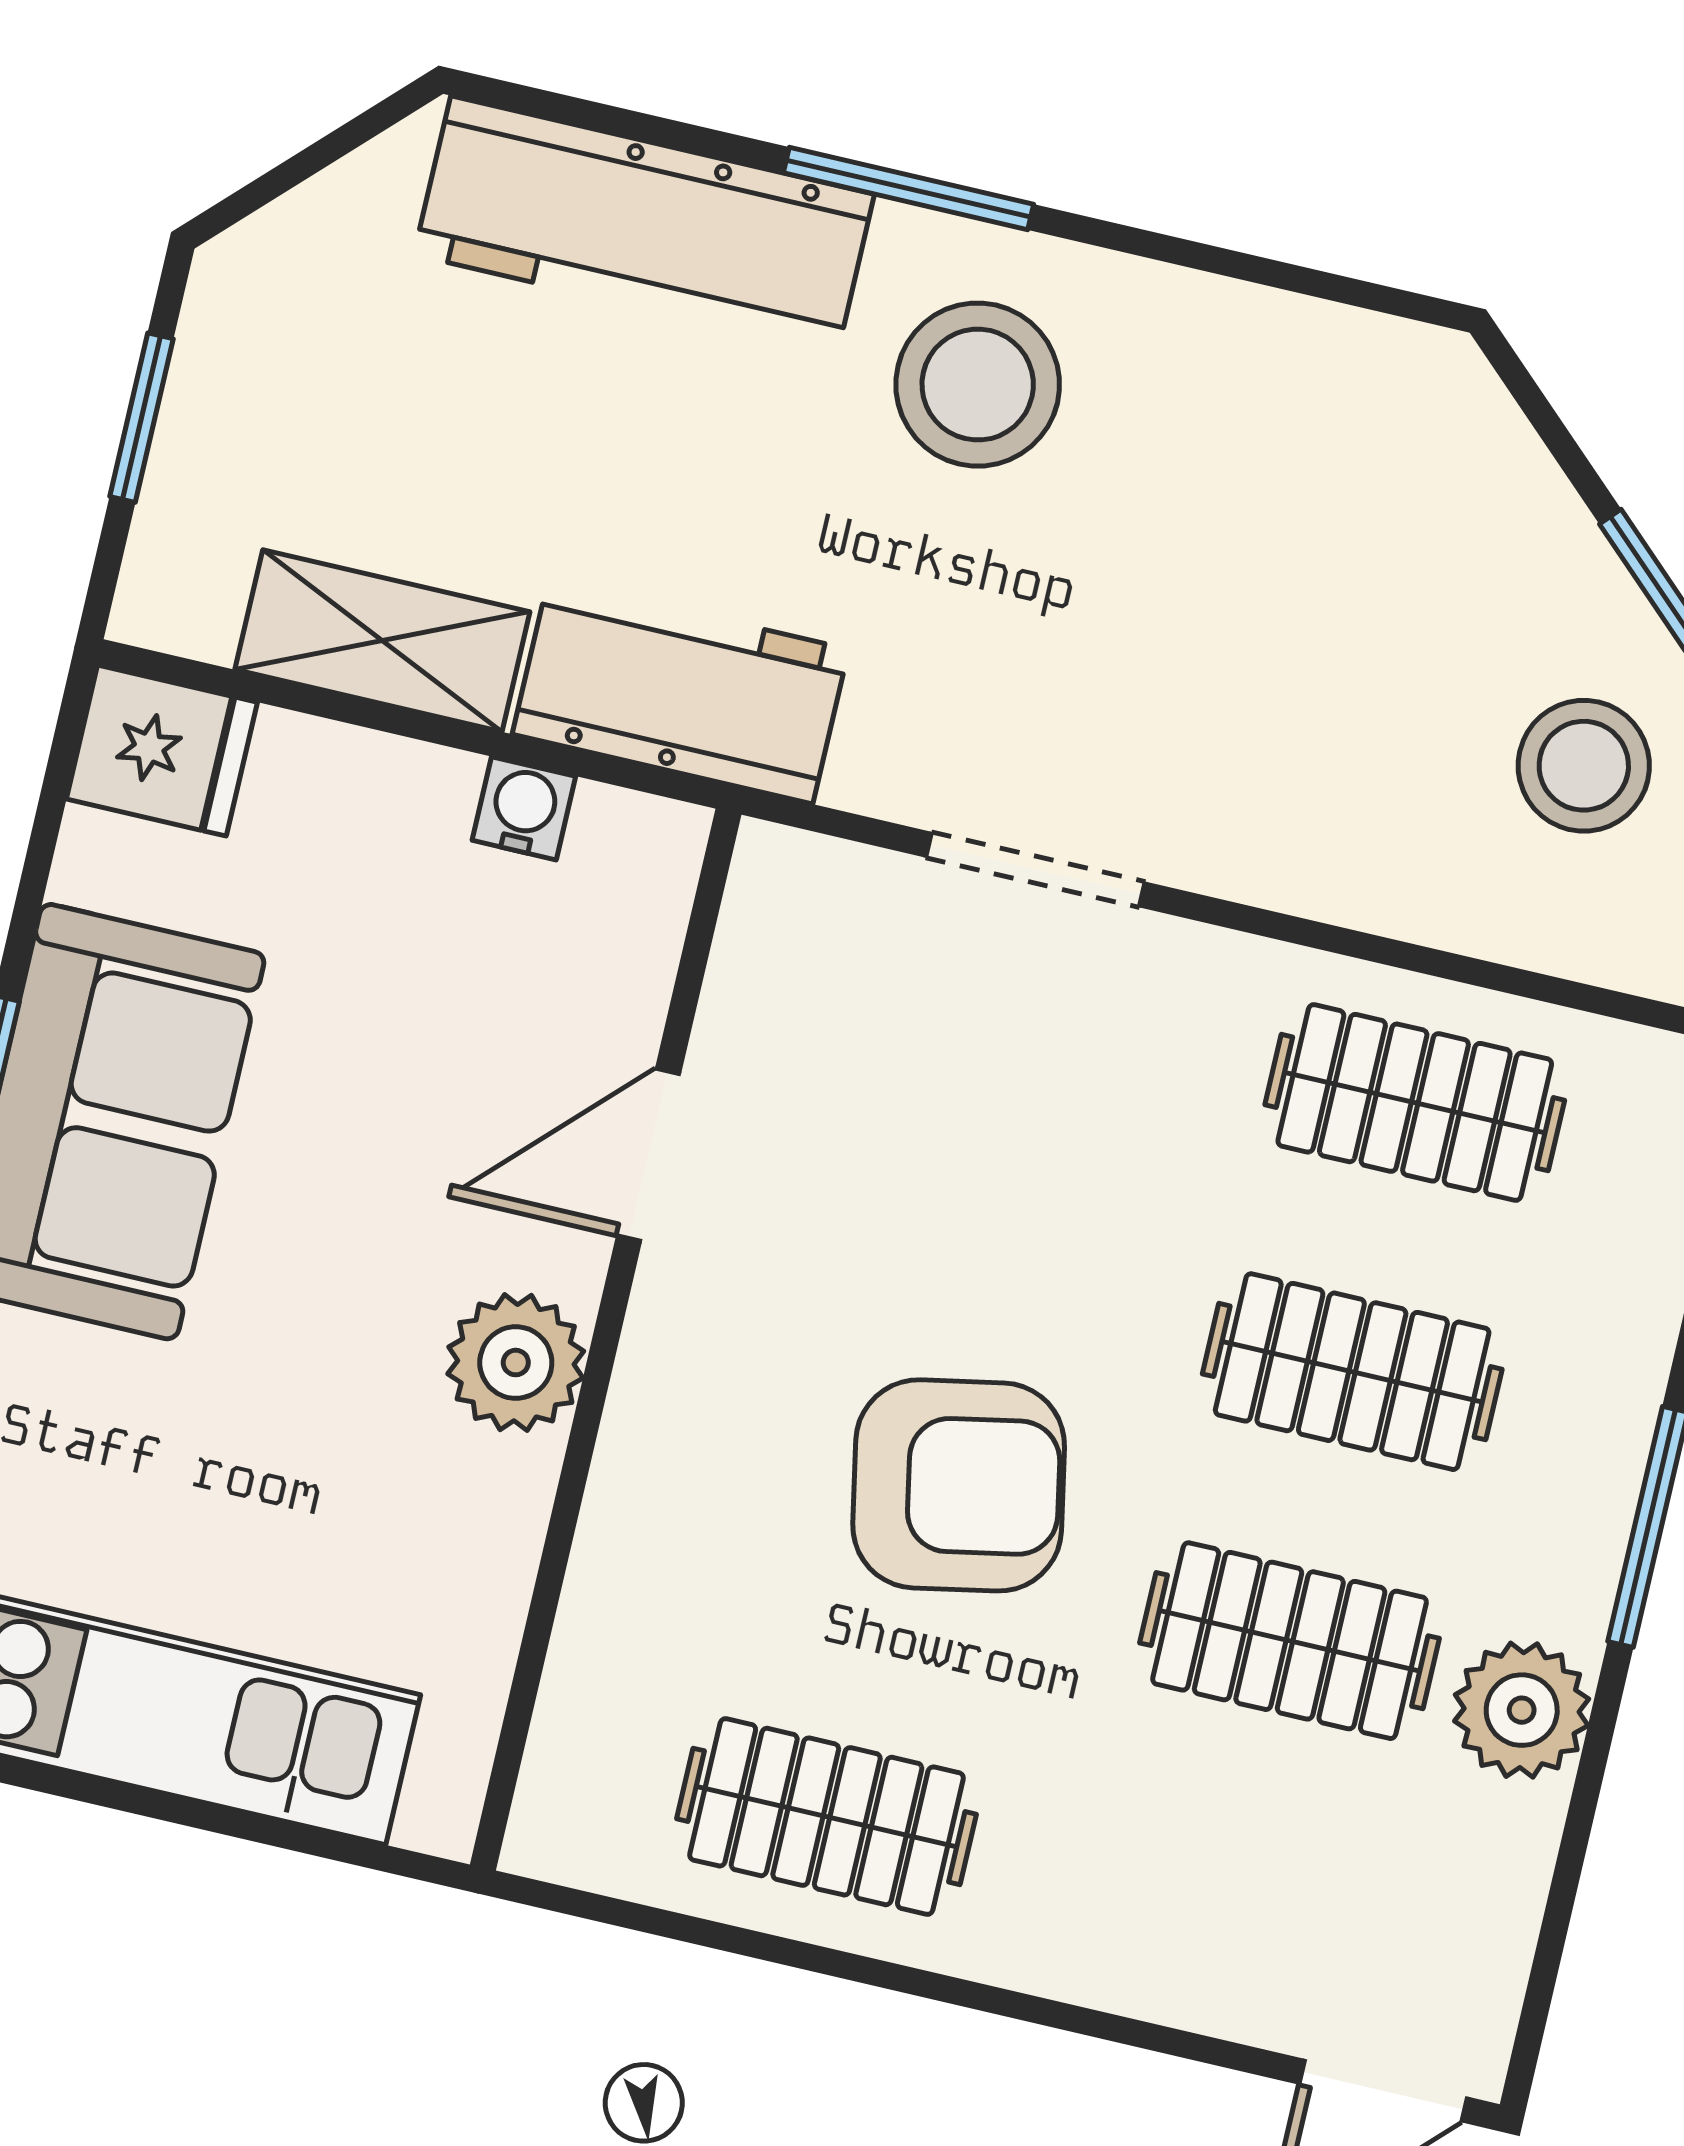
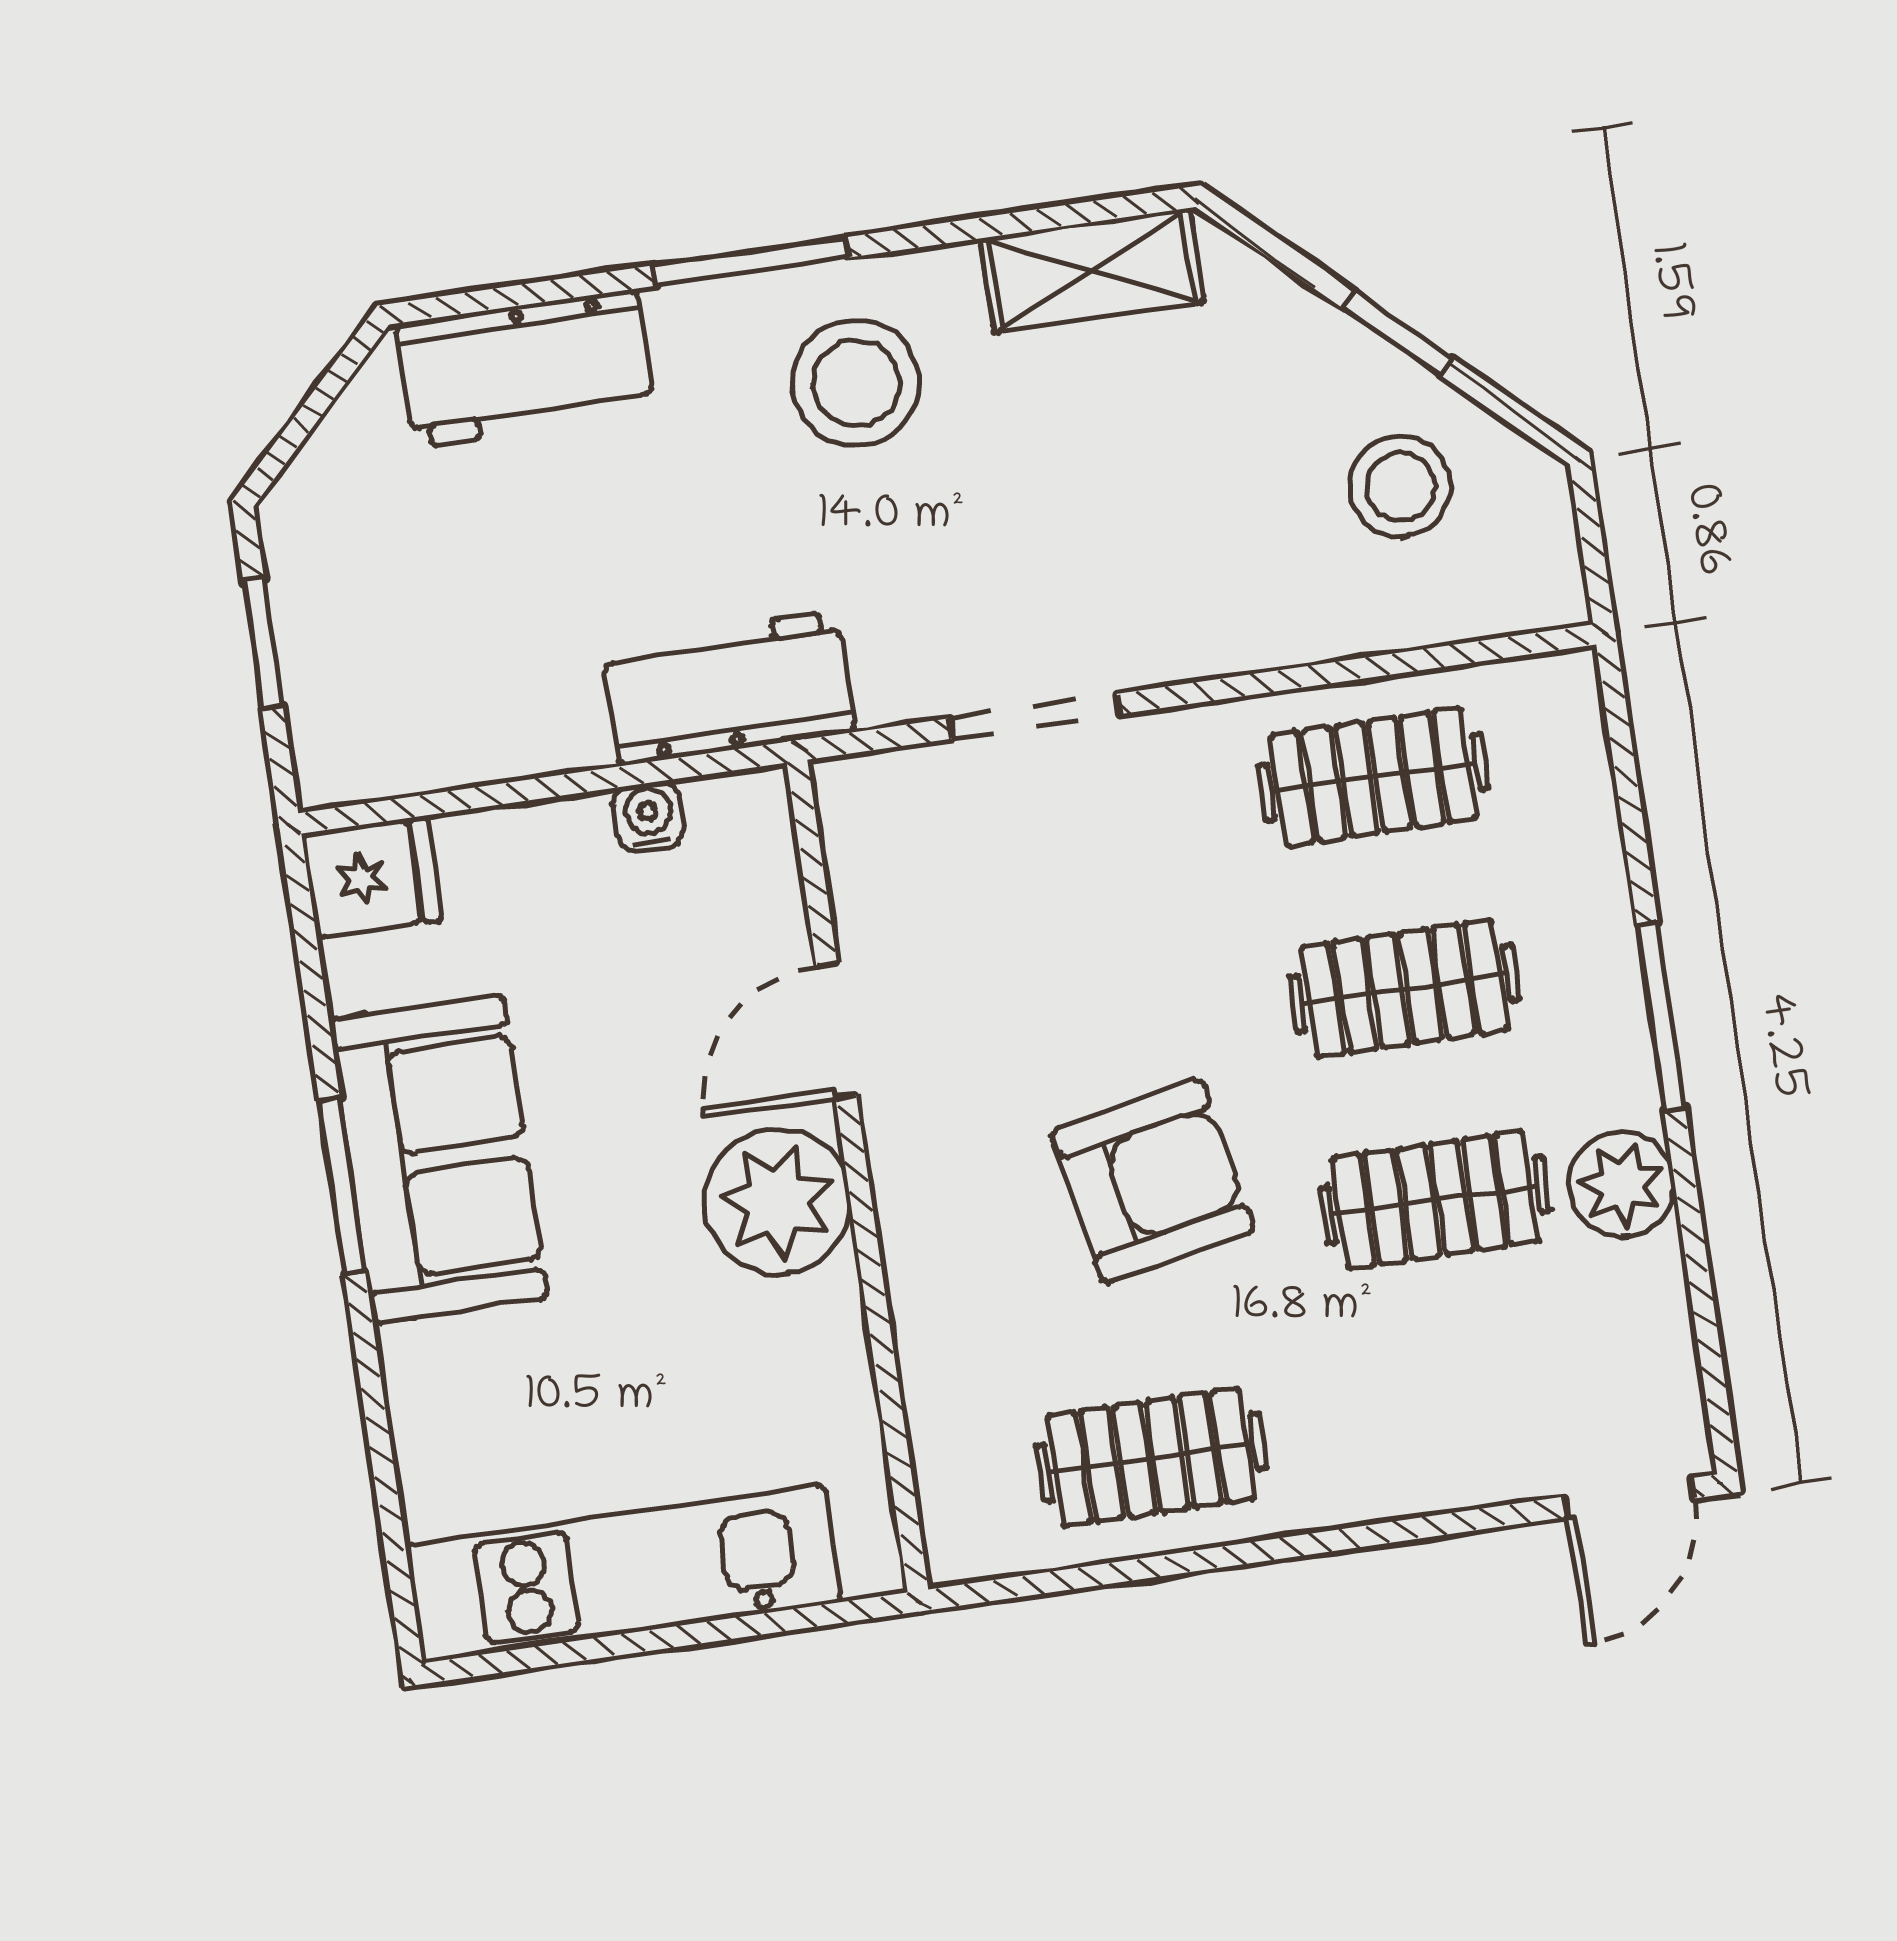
workbench: (644, 224) -> (525, 369), width x0.73
shelving: (382, 641) -> (1092, 270), moved
plant: (516, 1363) -> (777, 1201), width x1.36, depth x1.36

